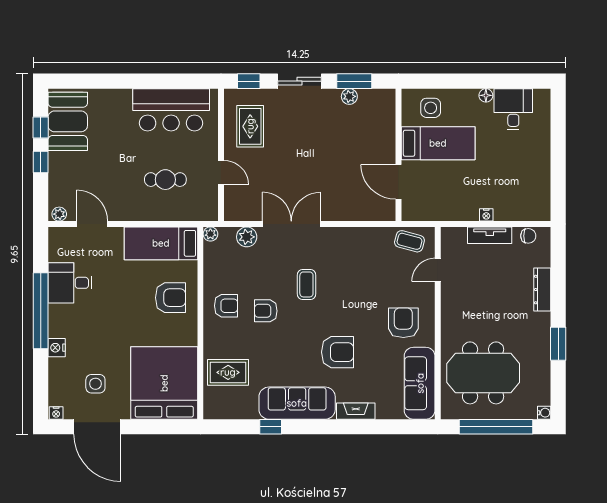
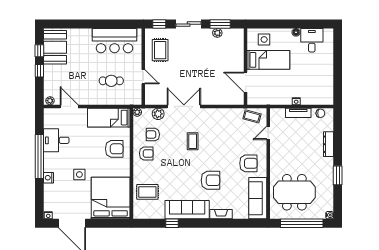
armchair: (266, 311) -> (153, 135), moved
armchair: (403, 323) -> (248, 163), turned 90
side table: (95, 384) -> (79, 174), moved

